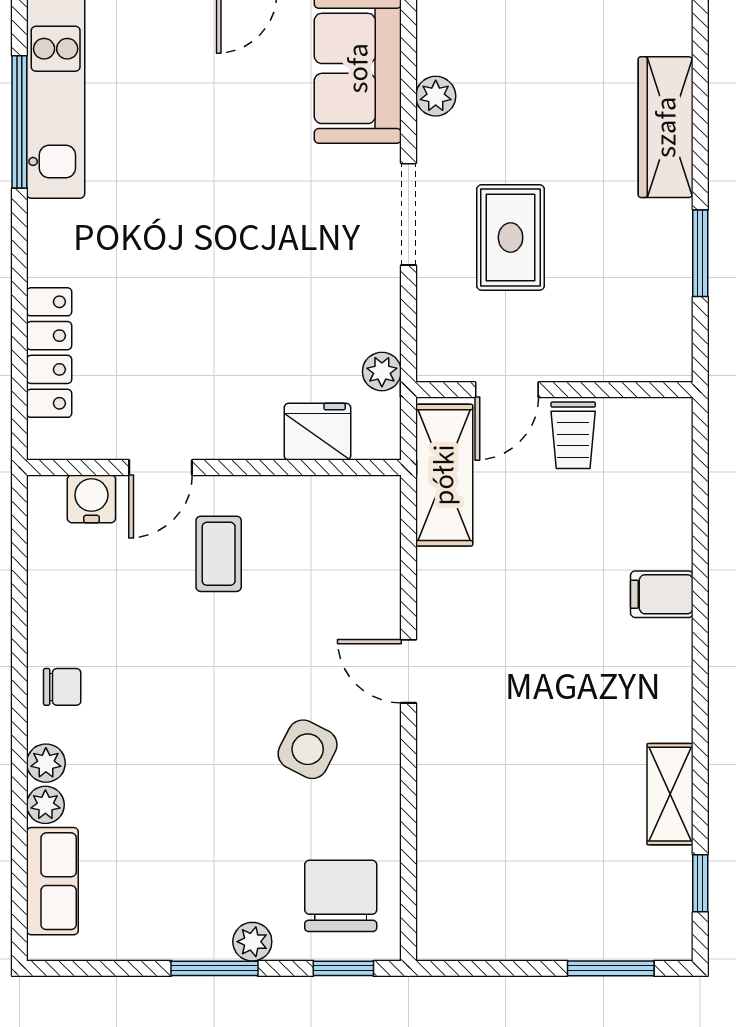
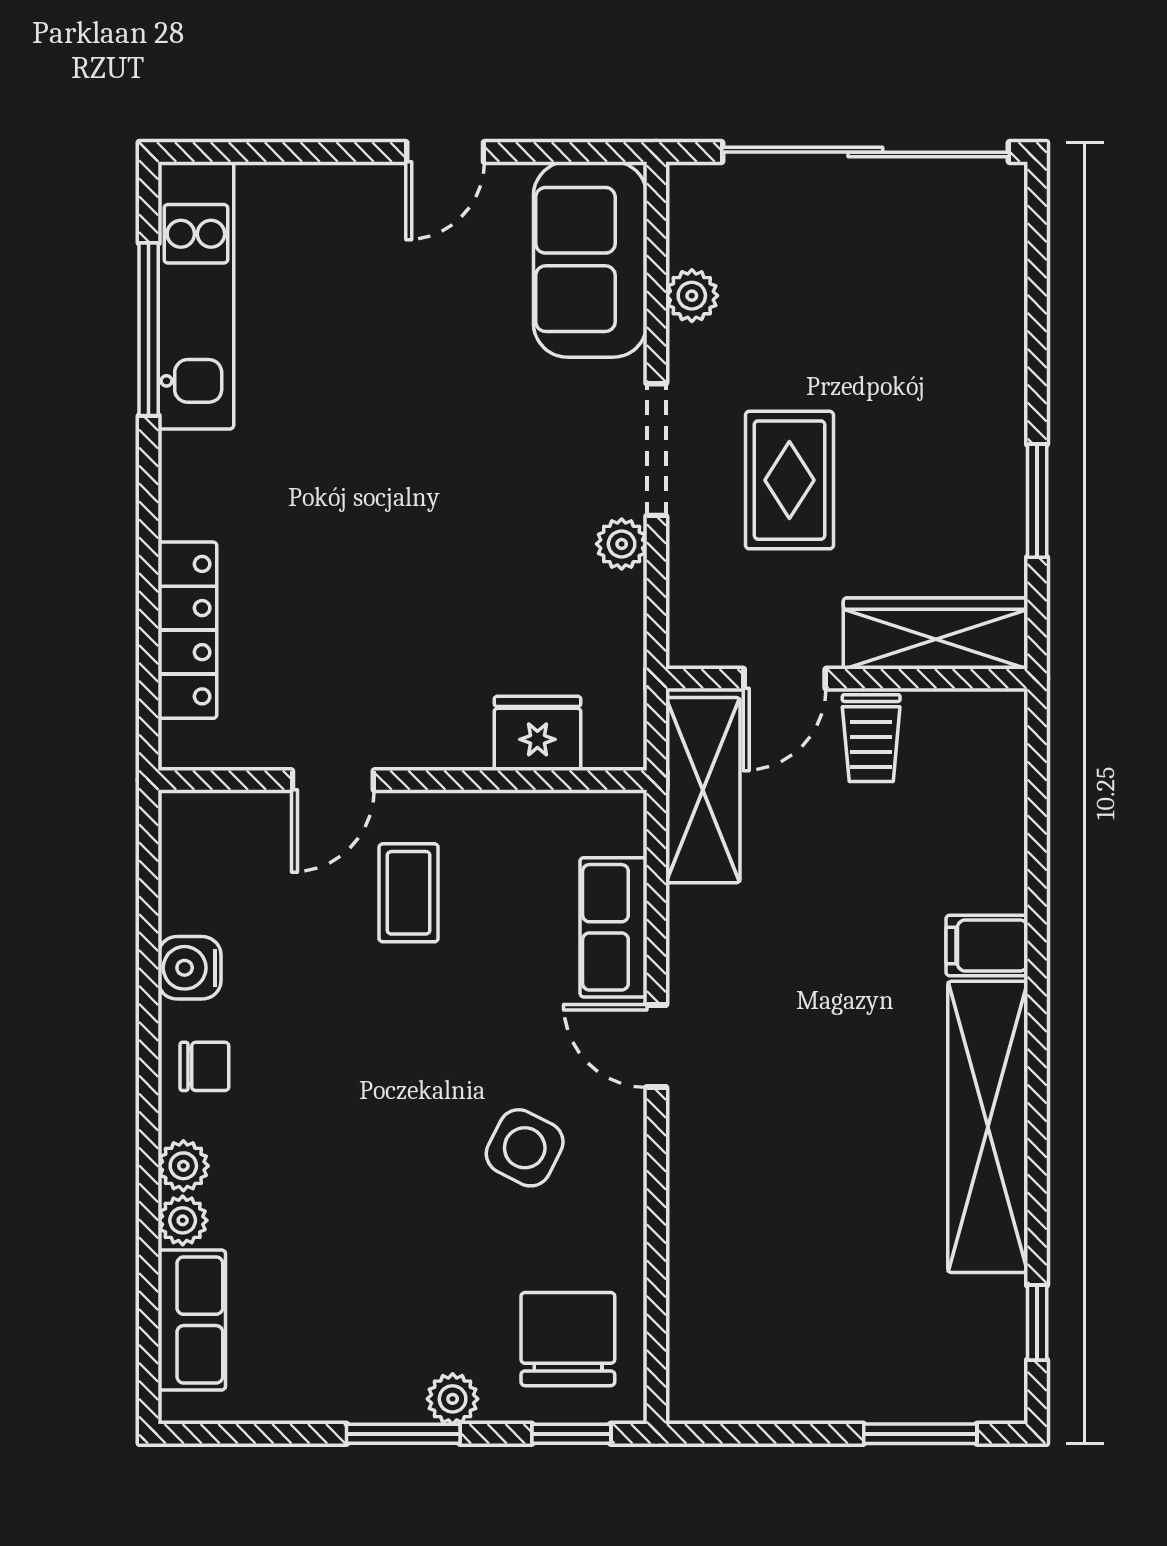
wardrobe: (666, 127) -> (935, 634), moved, turned 90
plant: (382, 372) -> (622, 544), moved
water cooler: (91, 499) -> (190, 968), moved, turned -90
row of seats: (376, 580) -> (613, 927), added
shelving: (670, 794) -> (988, 1127), width x2.20, depth x1.33

